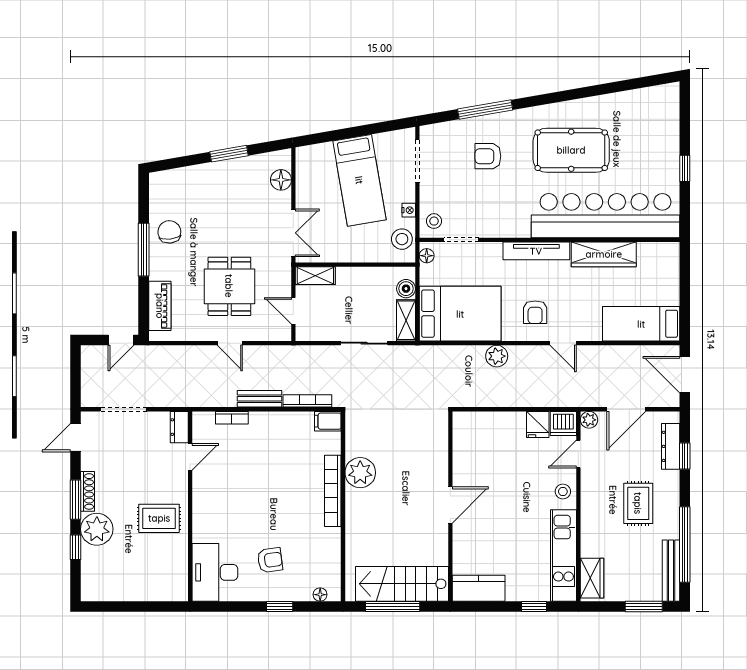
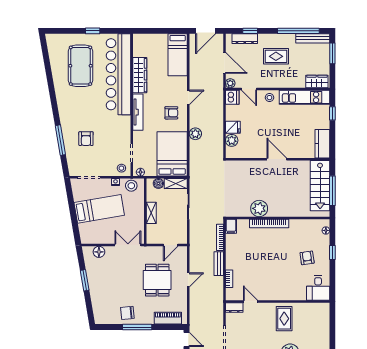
pool table: (571, 150) -> (80, 66), moved
shelving: (315, 276) -> (151, 213), moved
dining table: (229, 286) -> (157, 280), turned 90
plant: (485, 422) -> (232, 140), added
fridge: (538, 424) -> (233, 127), moved
desk: (215, 572) -> (318, 288), width x0.73

